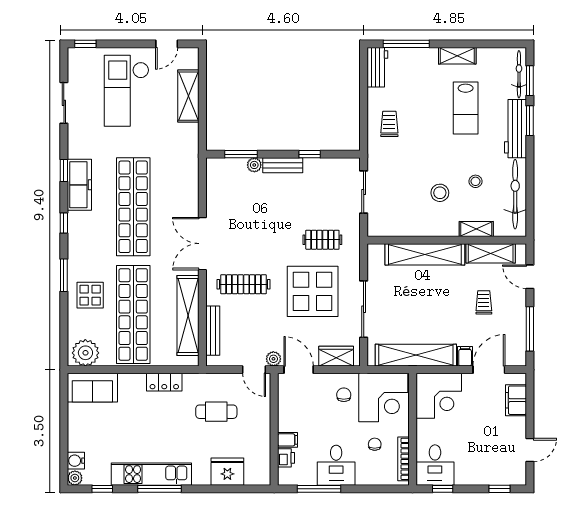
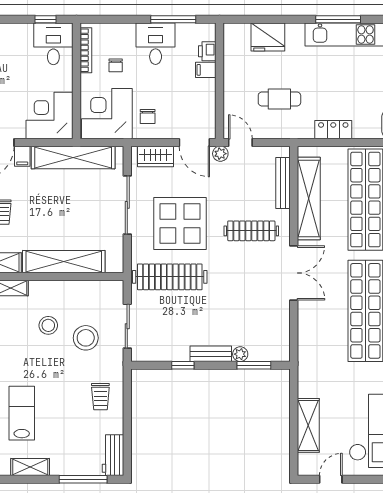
stool: (475, 181) -> (86, 338), moved, width x1.89, depth x1.89
clothes rail: (322, 240) -> (170, 277), width x1.86, depth x1.31

